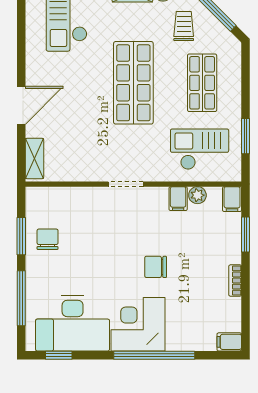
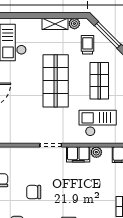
filing cabinet: (178, 199) -> (78, 154), width x2.00
chair: (156, 267) -> (34, 192), moved

